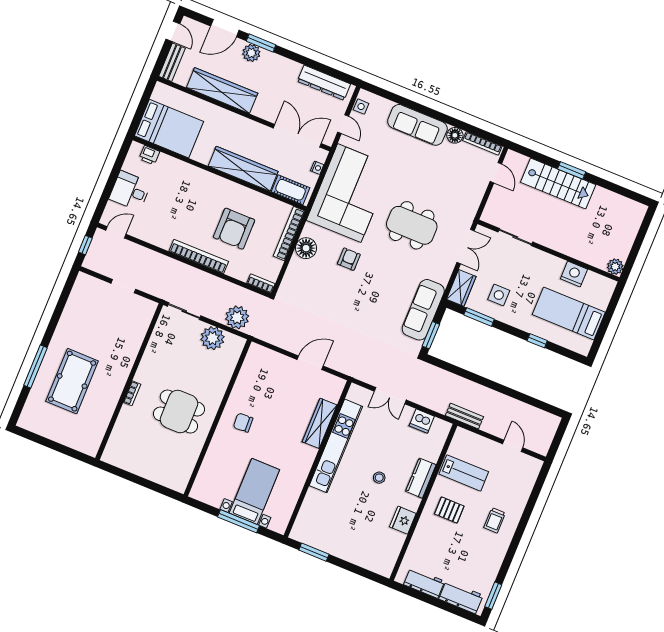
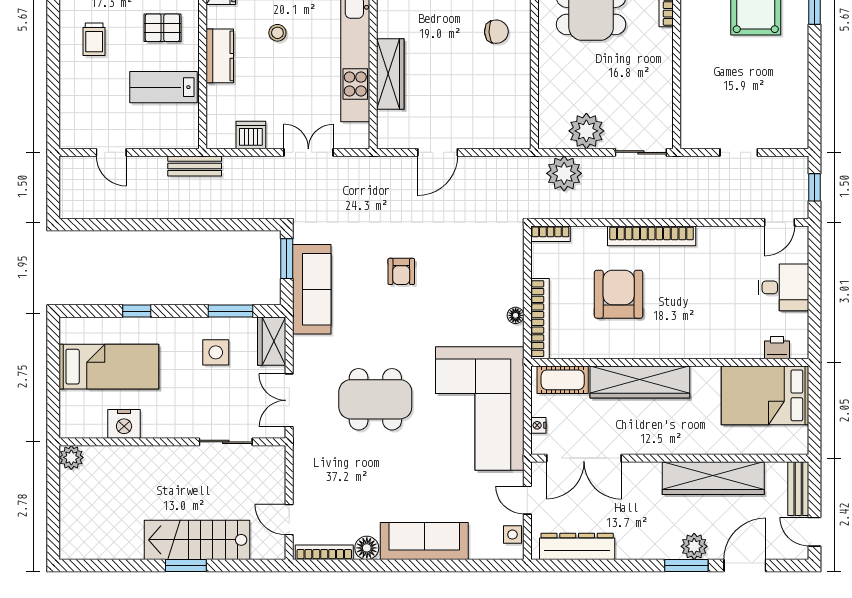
floor lamp: (306, 248) -> (516, 315), width x0.53, depth x0.53
armchair: (349, 259) -> (401, 271), moved
trolley: (495, 520) -> (94, 39), turned 180

